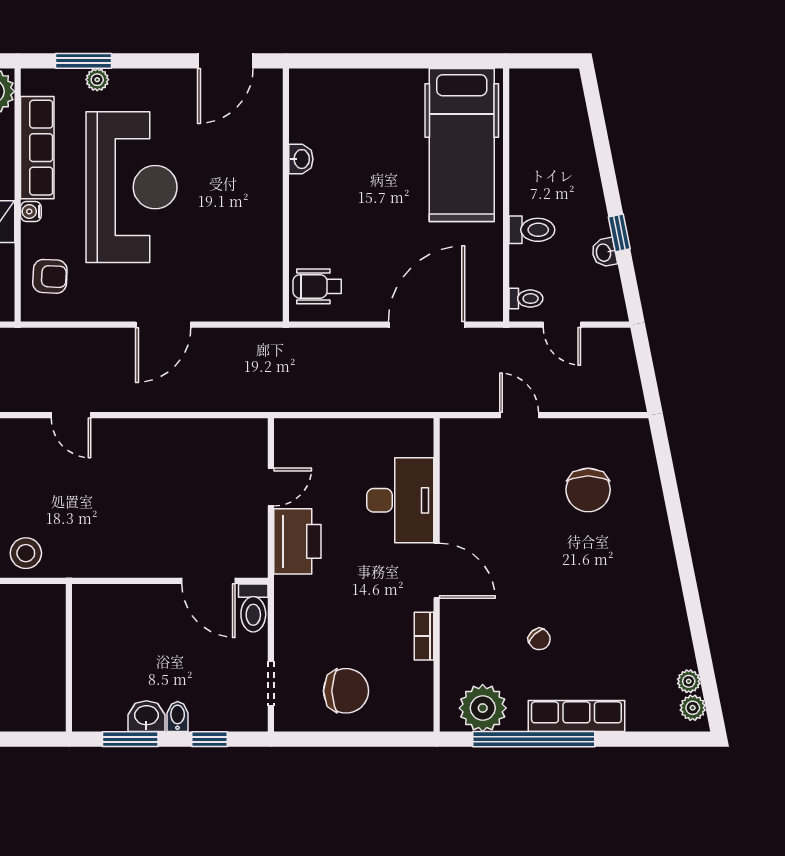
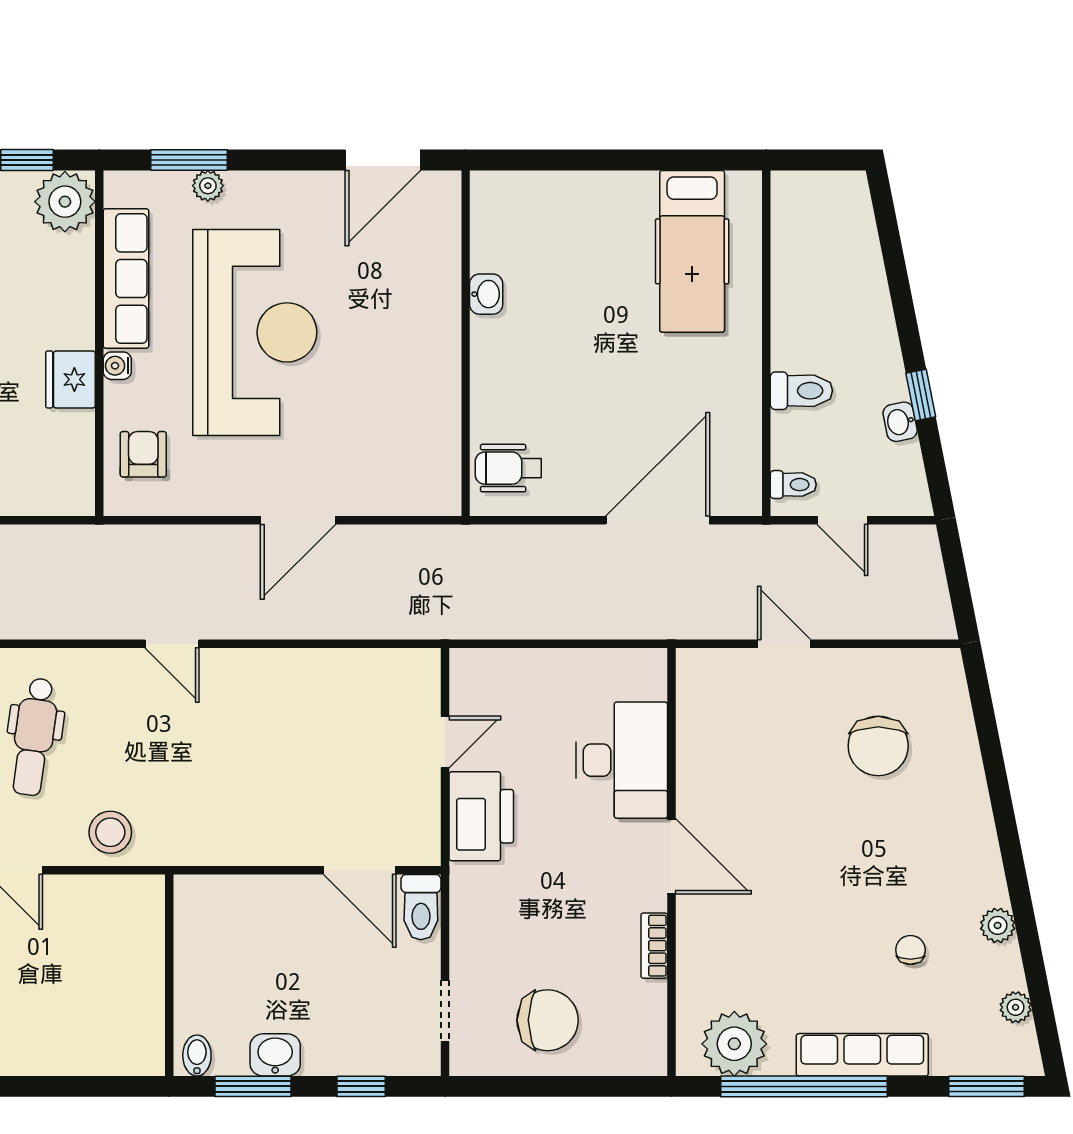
hospital bed: (462, 145) -> (692, 251), width x0.73, depth x0.78
armchair: (50, 276) -> (143, 454), turned -93
chair: (539, 639) -> (910, 950), moved, turned -138
plant: (693, 708) -> (998, 925), moved
bidet: (178, 717) -> (197, 1055), moved
window: (667, 739) -> (987, 1086), added

